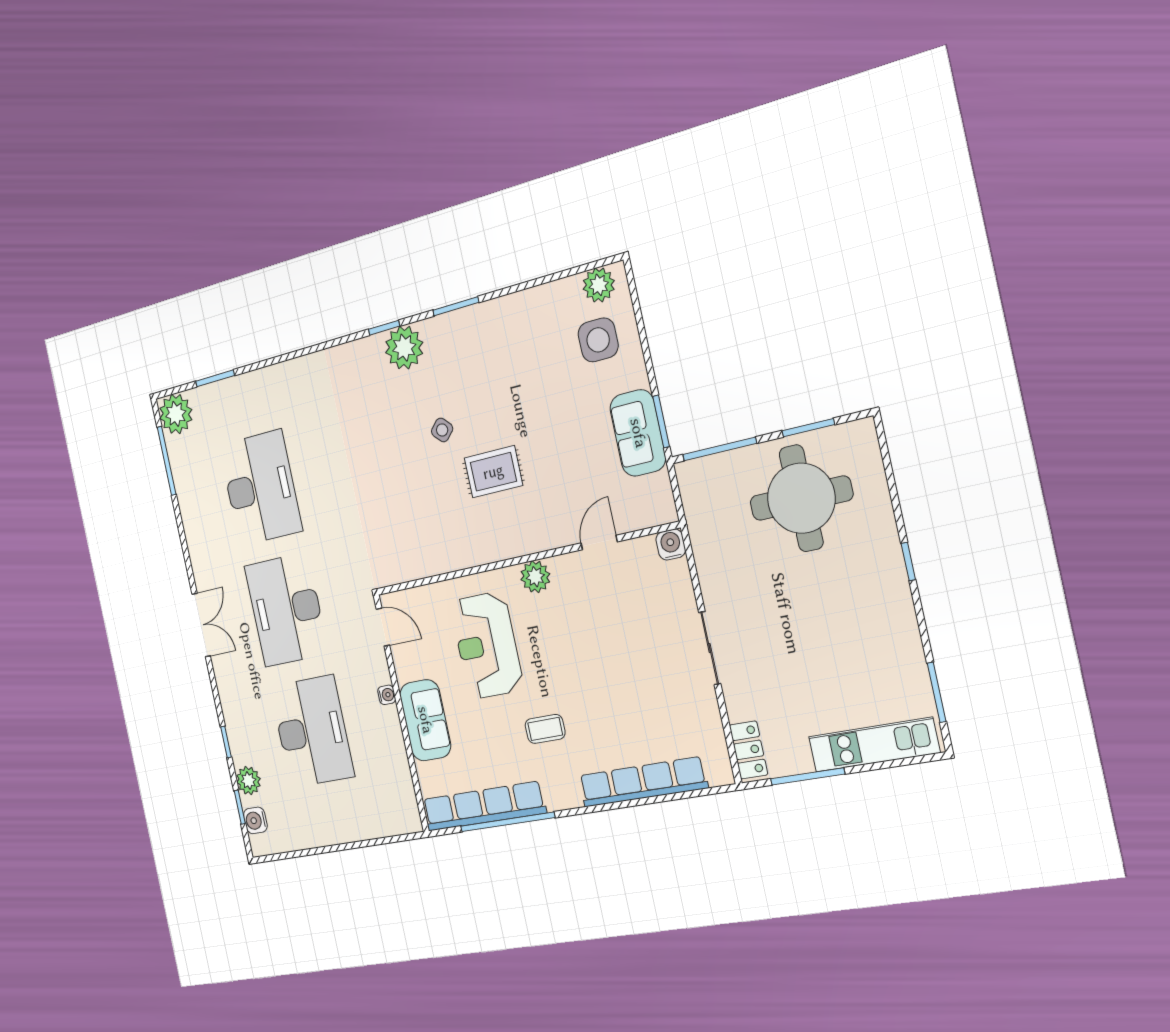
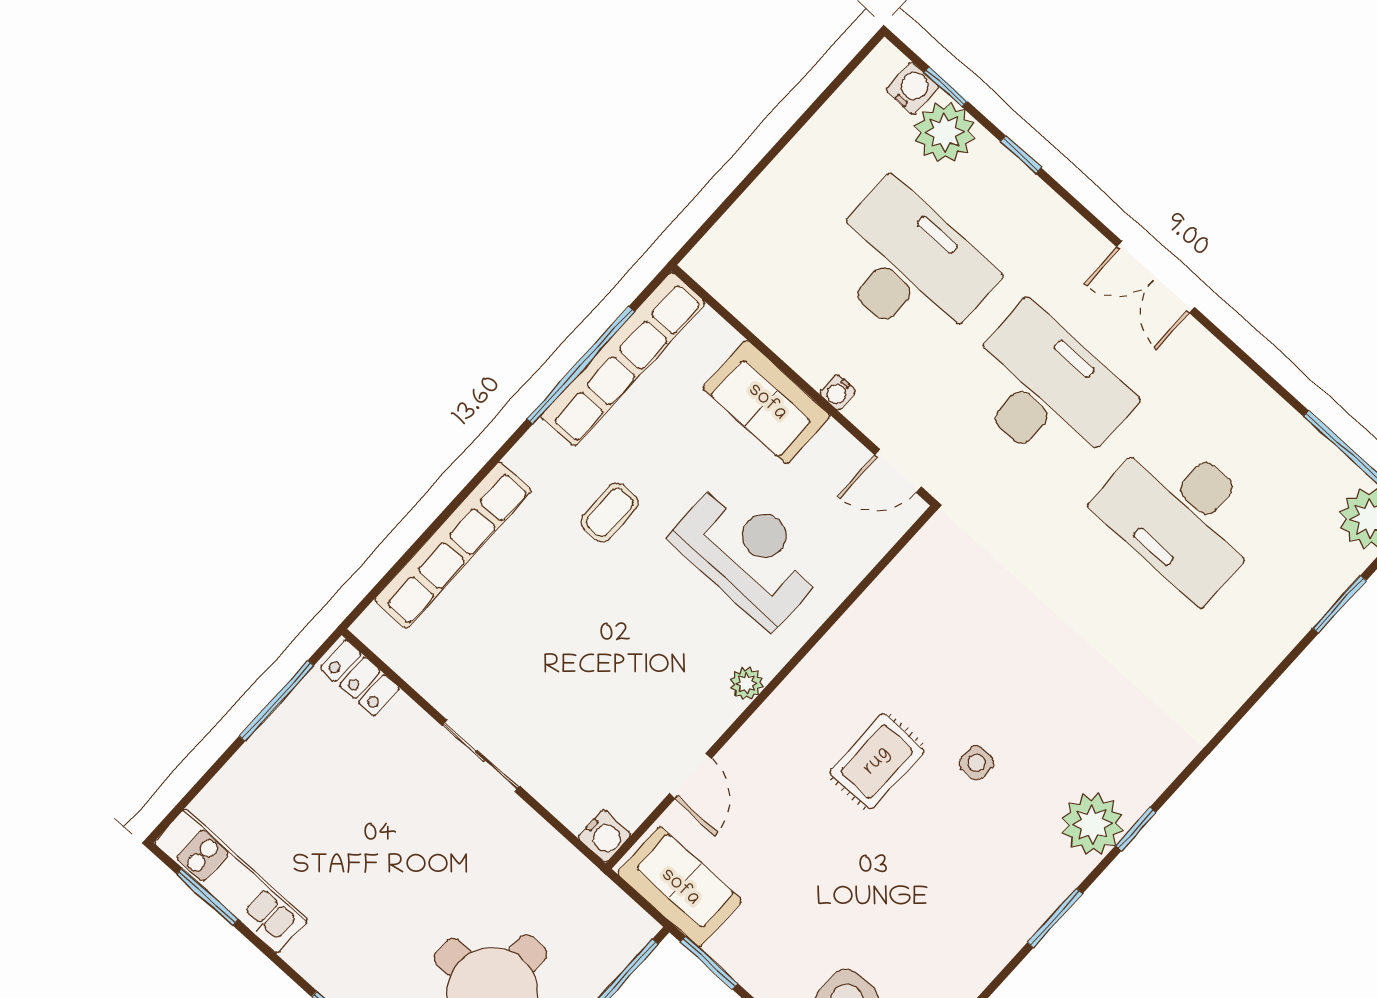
side table: (442, 430) -> (977, 763), turned 45
sofa: (638, 433) -> (680, 887), moved
plant: (535, 577) -> (747, 683), width x0.73, depth x0.73
desk: (312, 731) -> (908, 267), turned 180
kitchen unit: (874, 745) -> (231, 881), moved, turned -90
plant: (248, 781) -> (944, 132), width x1.36, depth x1.36

